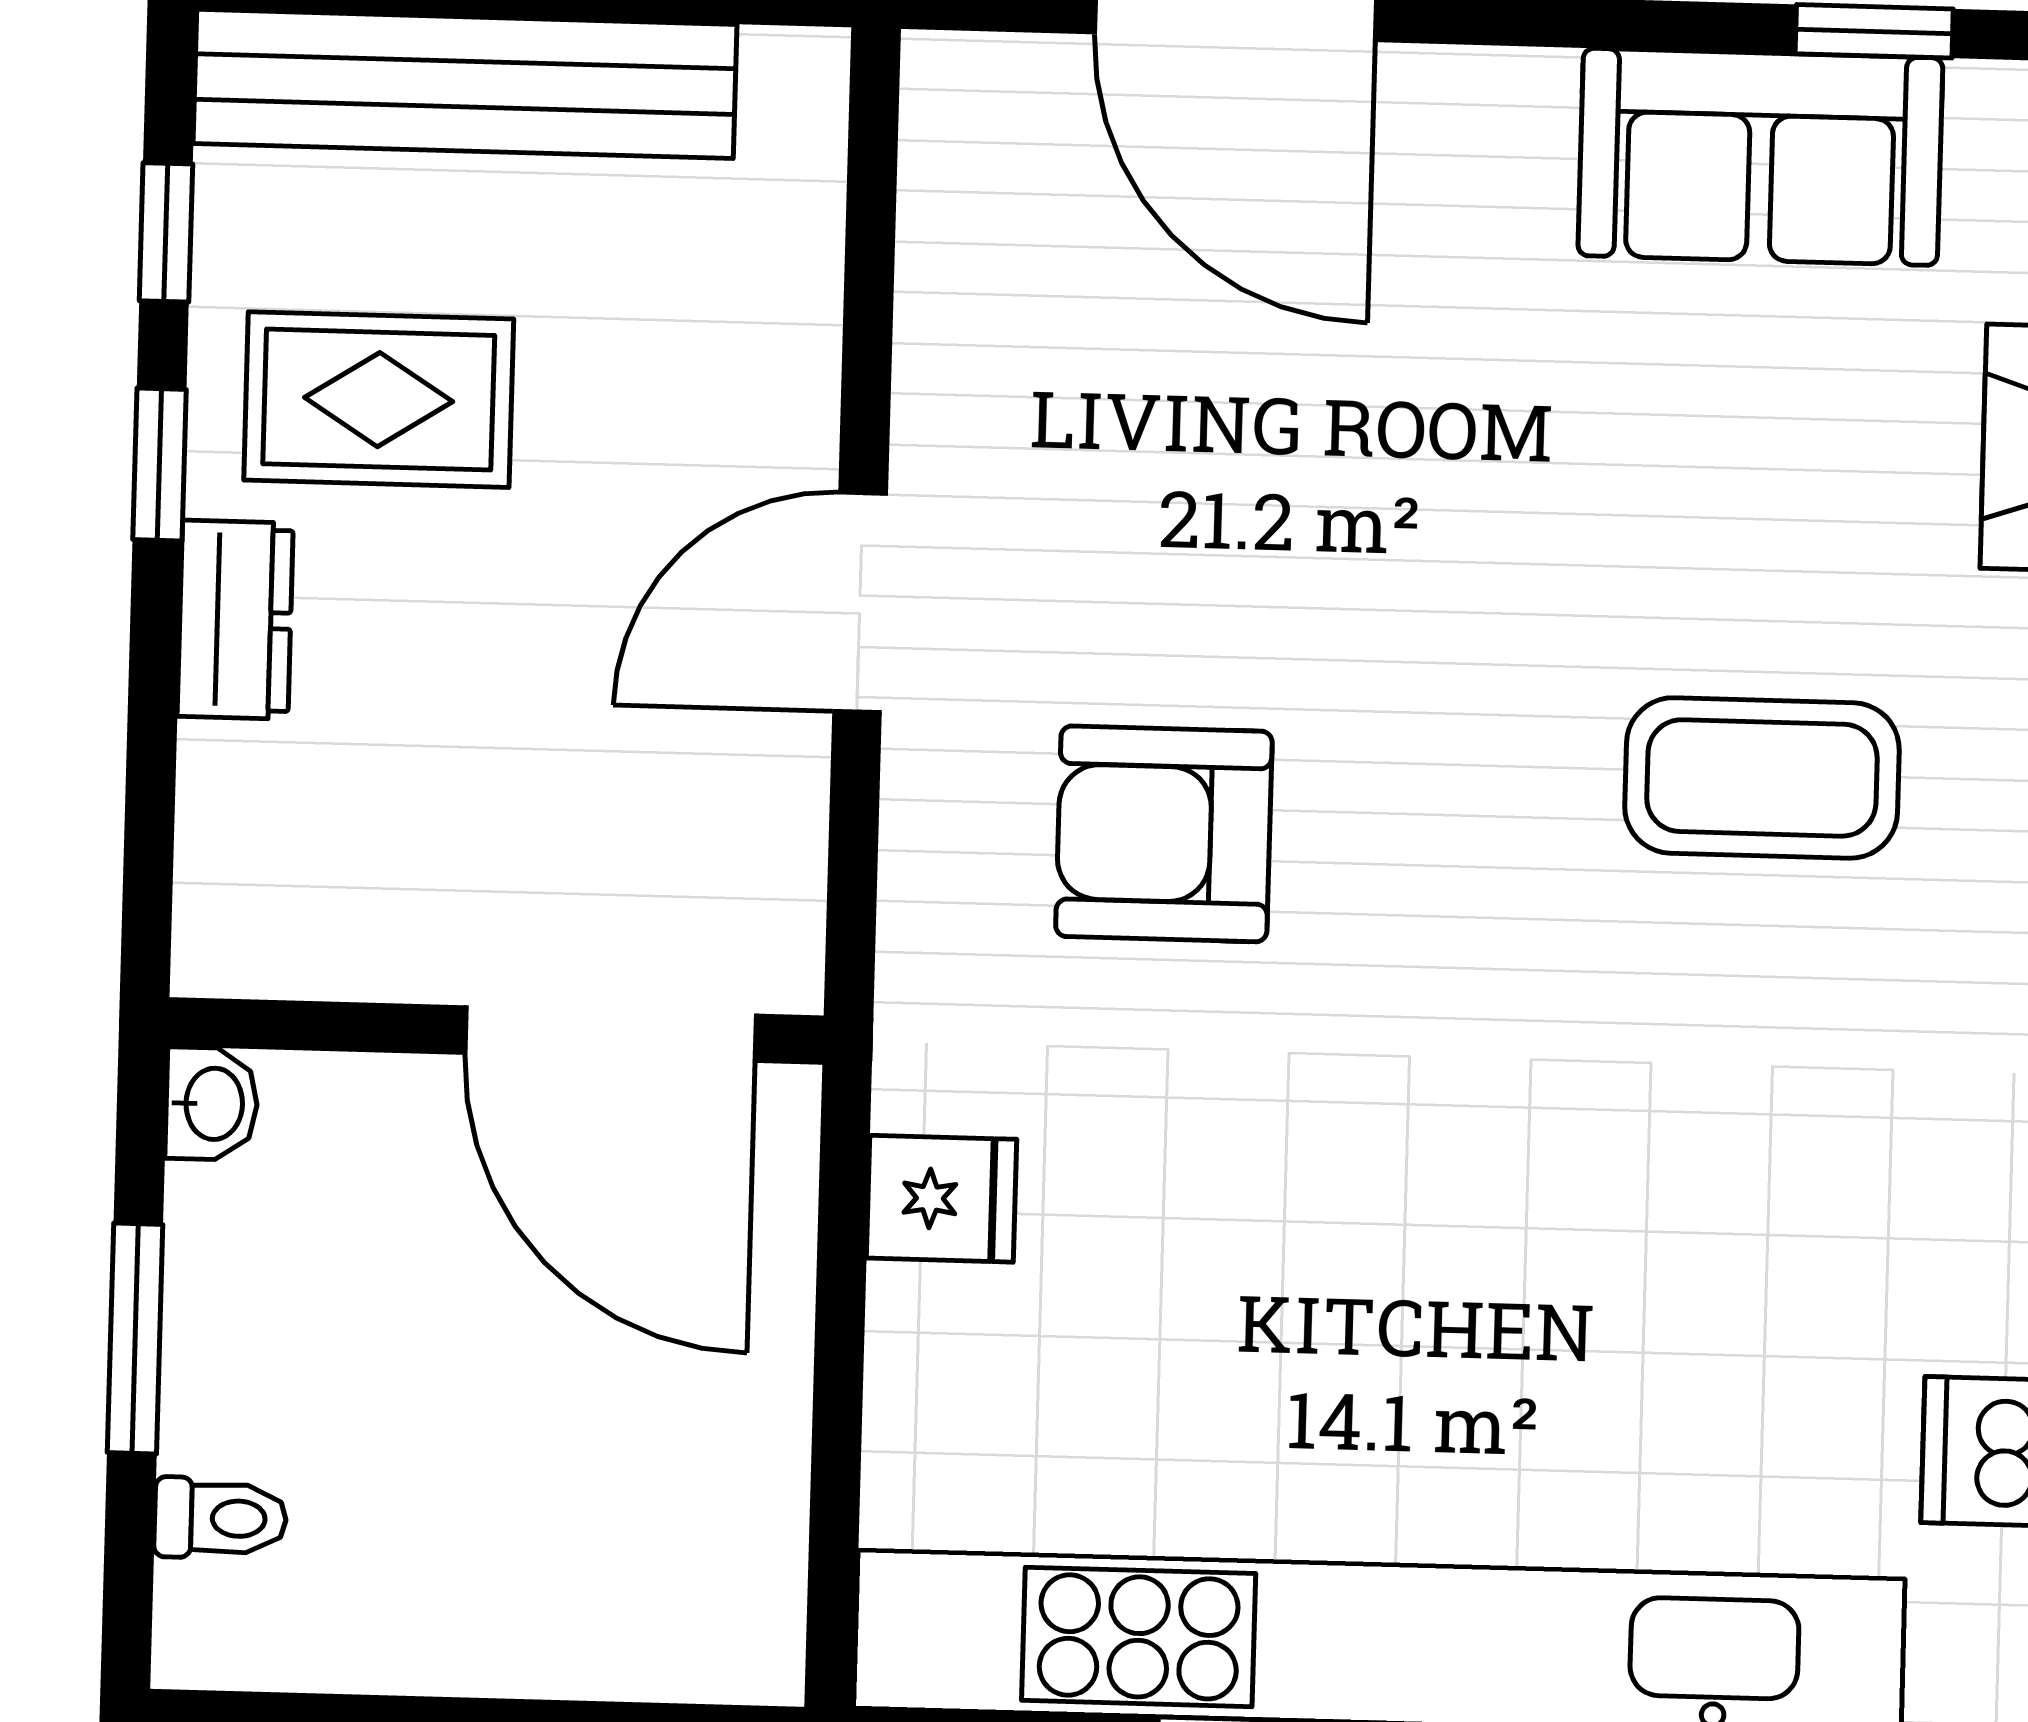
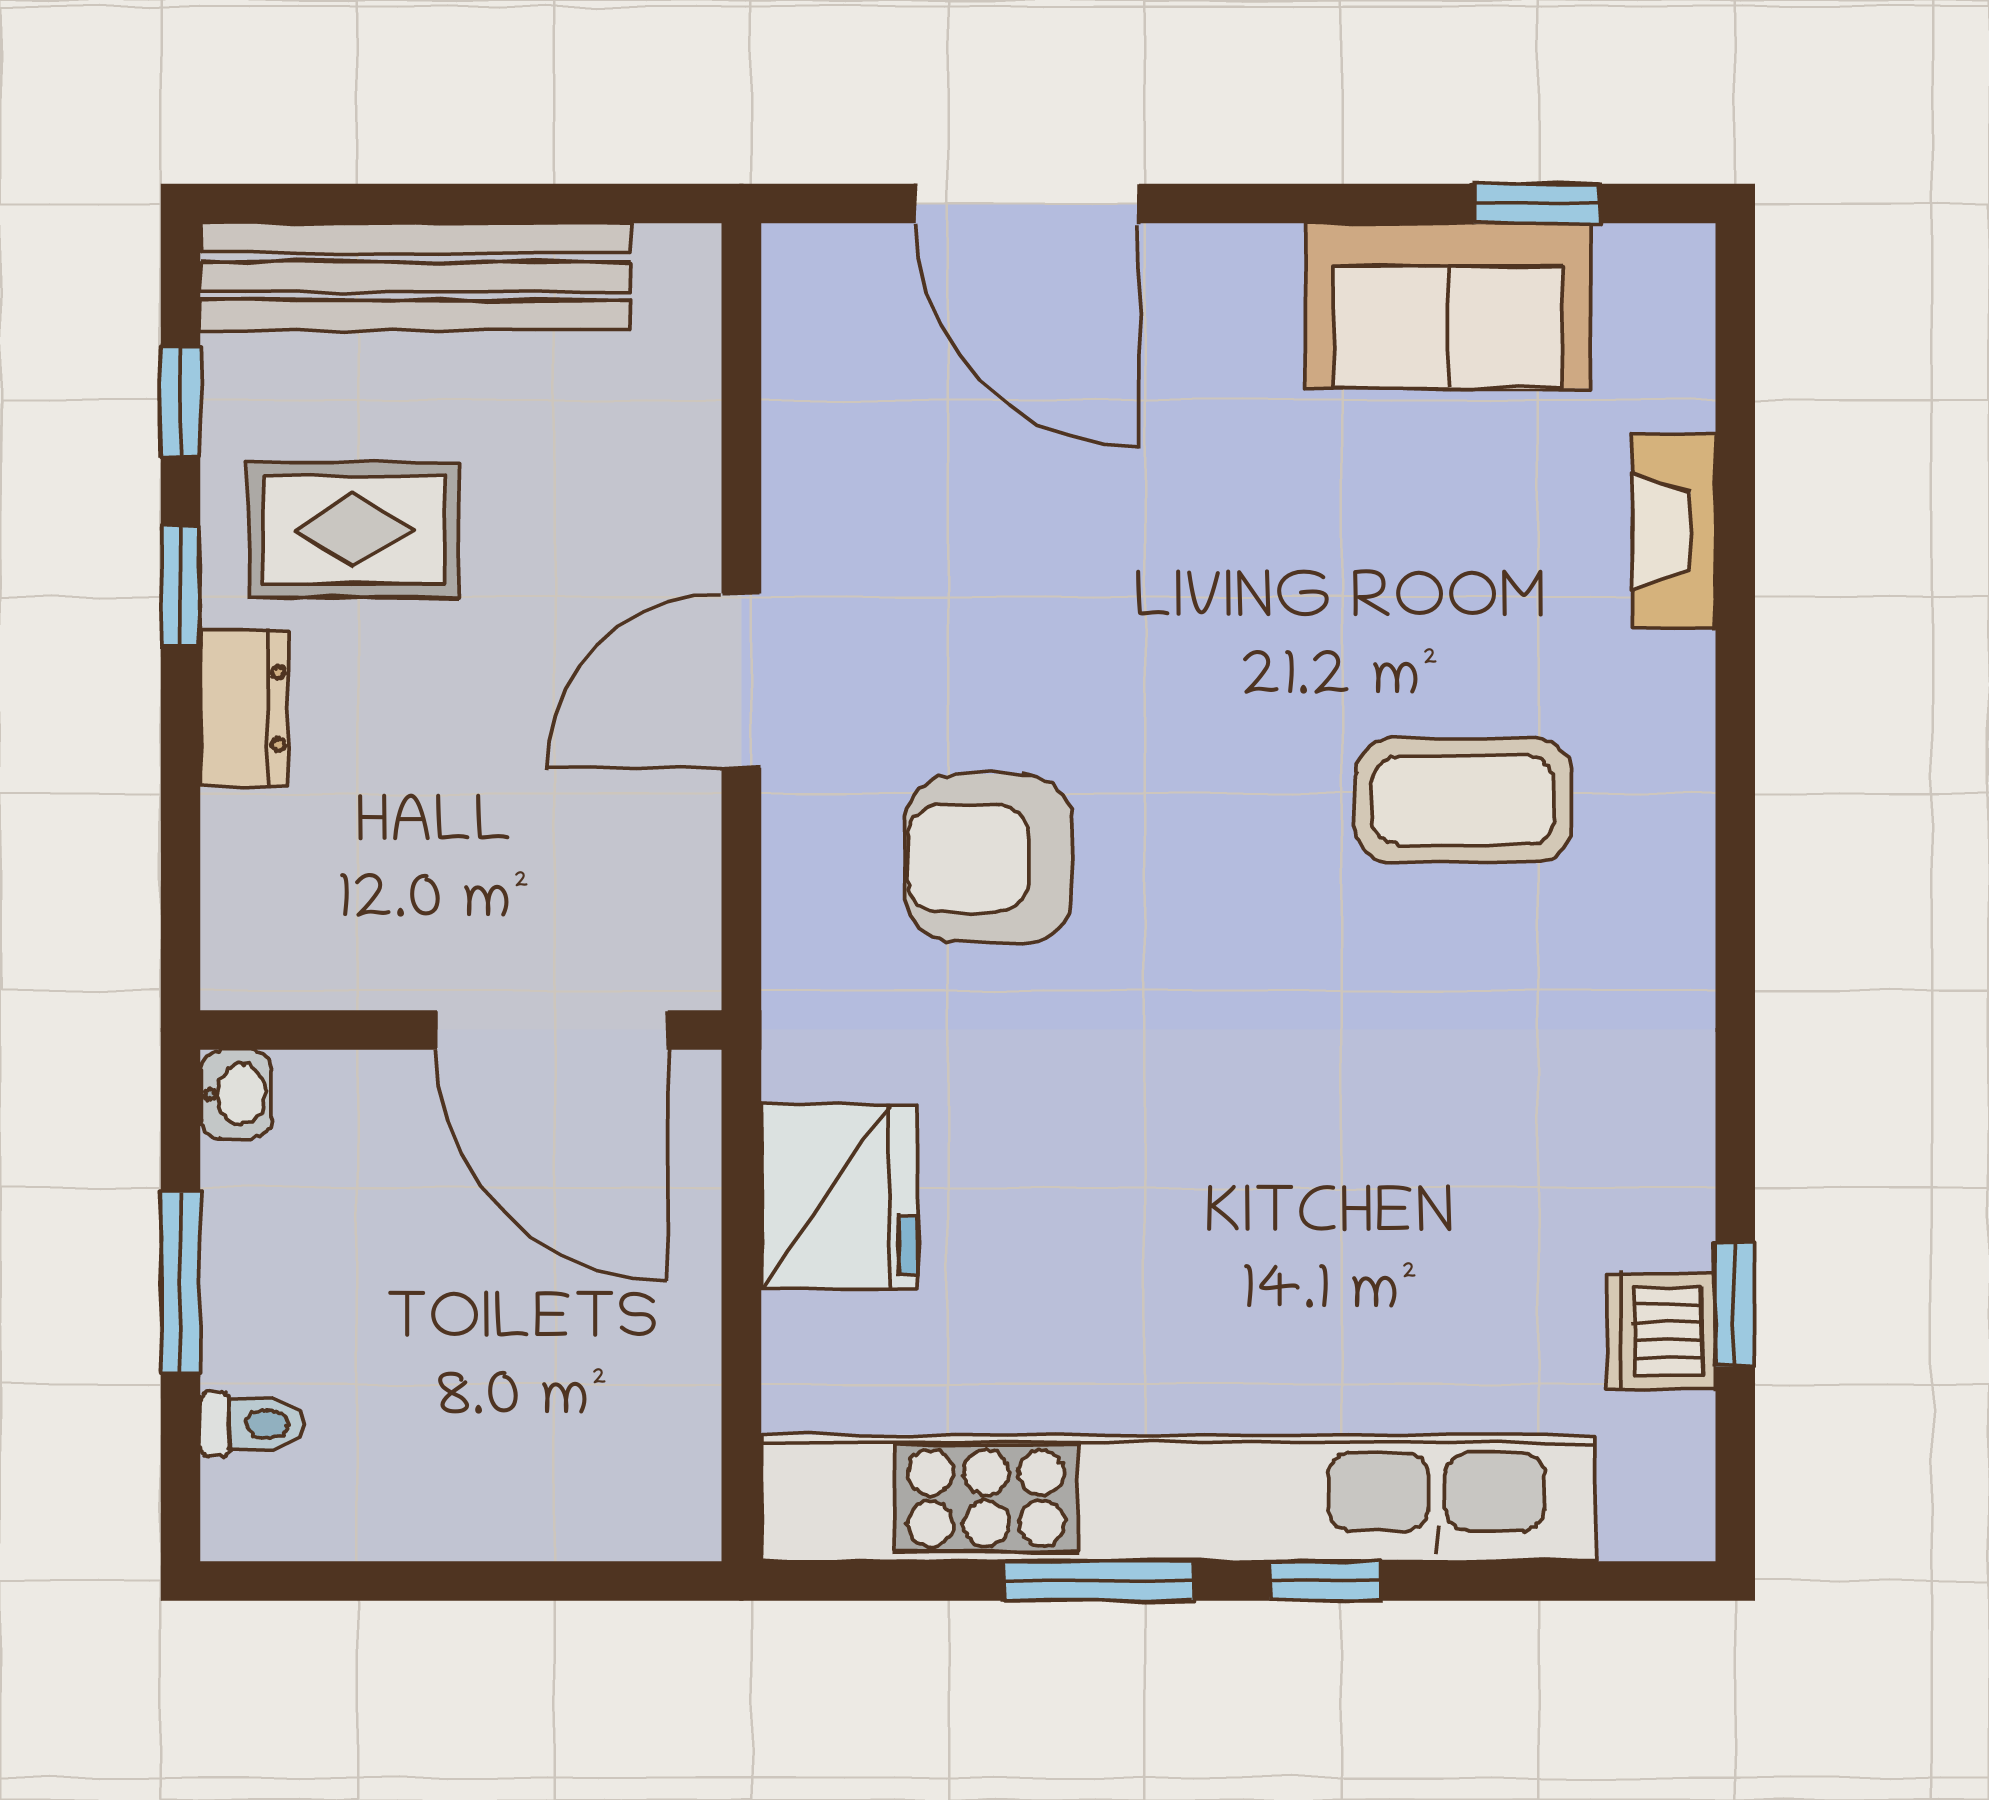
fridge: (942, 1199) -> (839, 1197), width x1.88, depth x1.34

